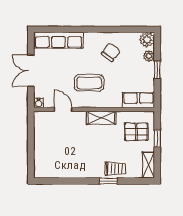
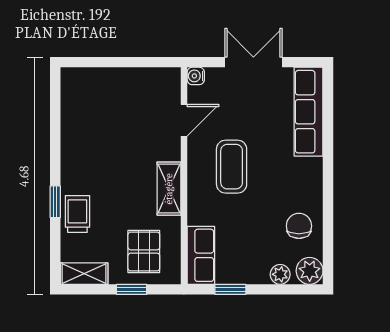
chair: (111, 52) -> (299, 226), moved, turned -126
window: (157, 70) -> (230, 289), moved
trolley: (115, 169) -> (77, 214), turned 180

